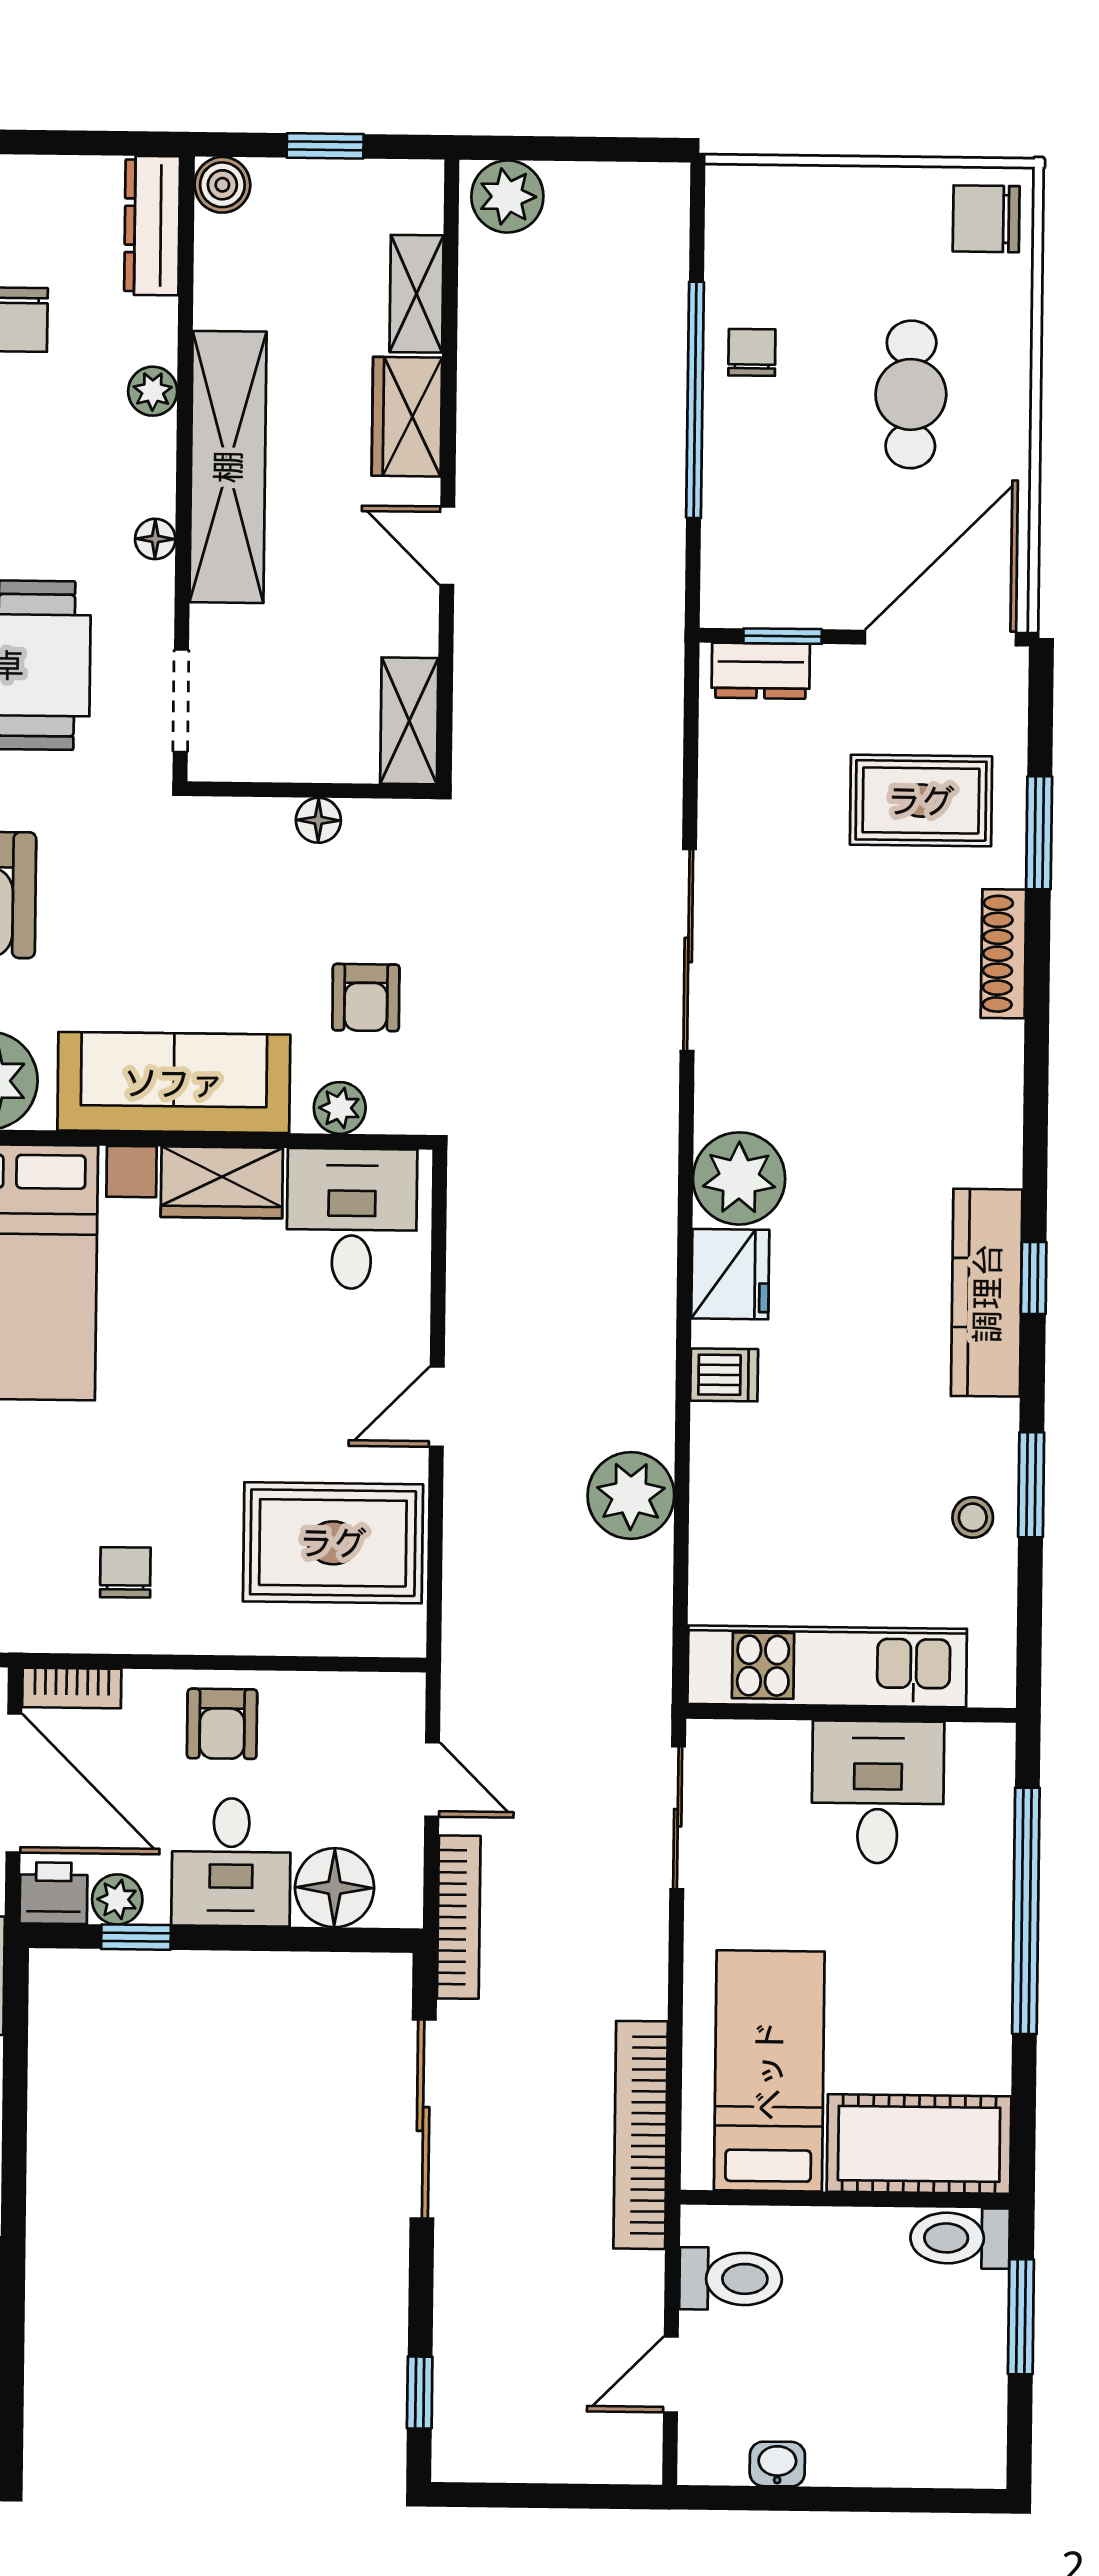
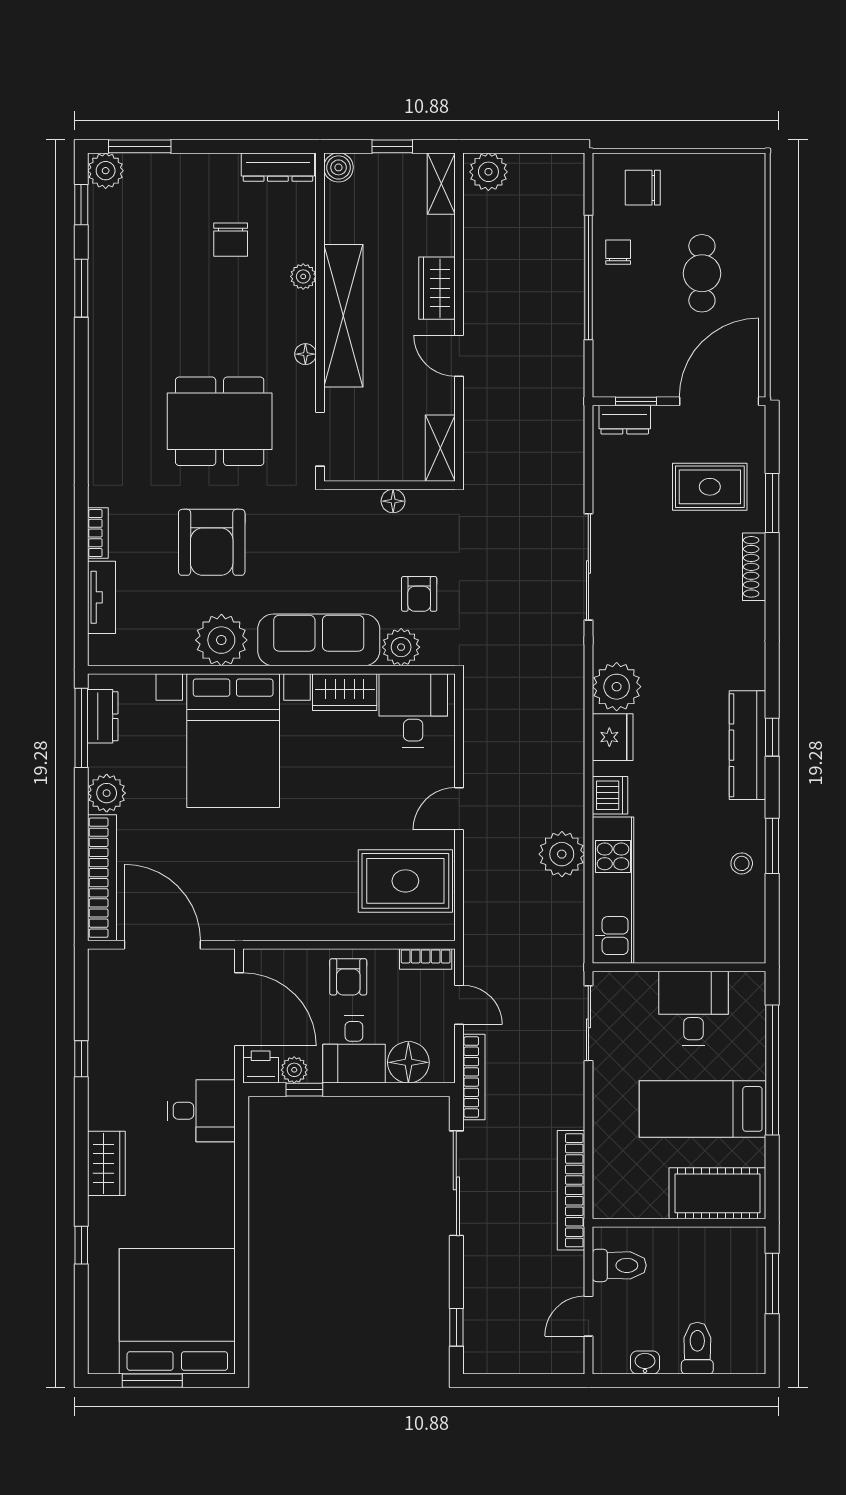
chair: (986, 219) -> (643, 188), moved
dresser: (152, 226) -> (278, 167), moved, turned -90
shelving: (416, 294) -> (441, 184), moved
plant: (340, 1108) -> (401, 647), width x1.38, depth x1.38
dishwasher: (724, 1375) -> (610, 795), width x1.38
chair: (125, 1572) -> (296, 898), removed
kitchen unit: (827, 1666) -> (613, 890), moved, turned 90
bookcase: (72, 1688) -> (426, 959), moved
bed: (769, 2071) -> (703, 1109), moved, turned -90
toilet: (960, 2238) -> (697, 1348), moved, turned 90

